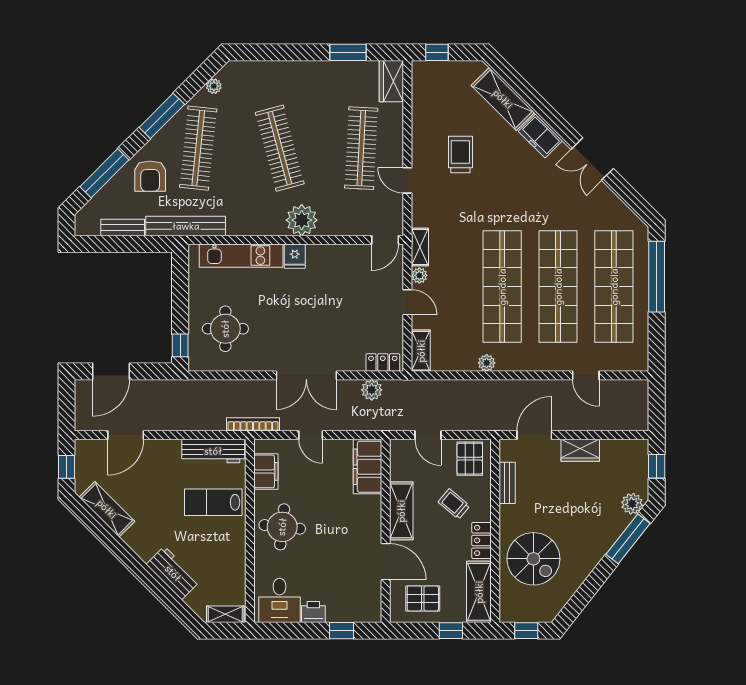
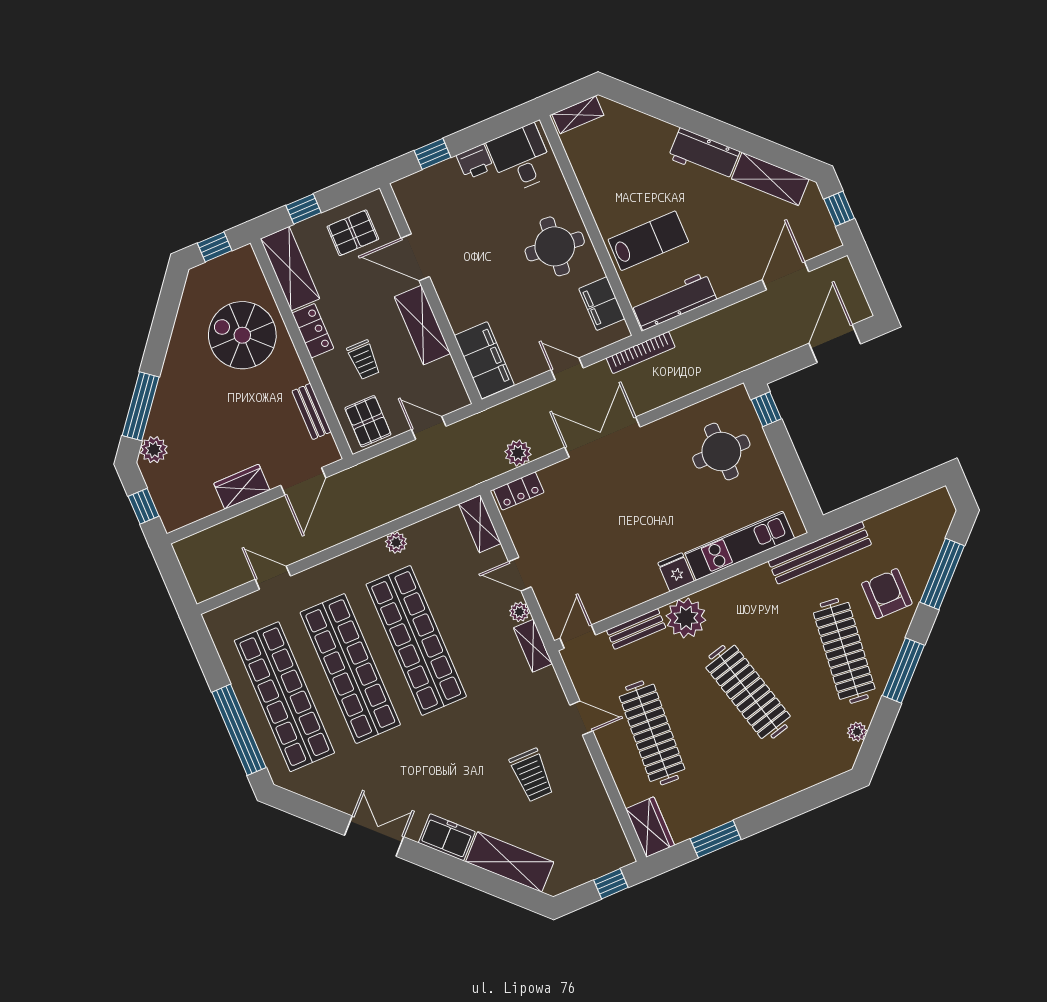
bench: (123, 228) -> (636, 629), moved
trolley: (454, 504) -> (364, 360), turned 50
workbench: (173, 573) -> (704, 155), moved

